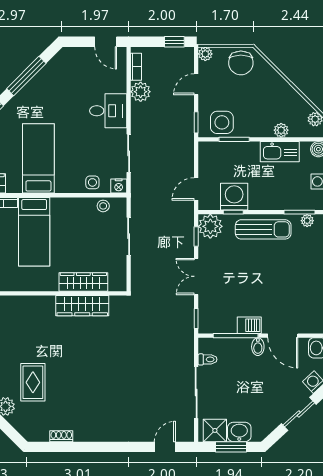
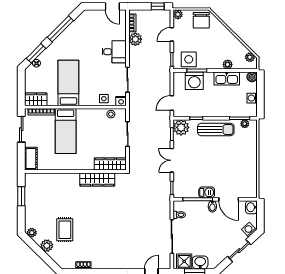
washing machine: (234, 197) -> (194, 81), moved, turned 180
wardrobe: (83, 282) -> (110, 164), moved

